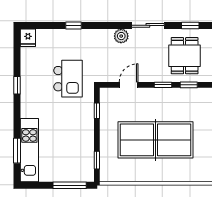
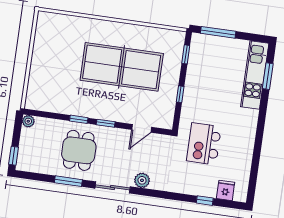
window: (74, 25) -> (205, 201), moved
window: (190, 25) -> (68, 181), width x1.50
fridge: (28, 38) -> (226, 190), moved
window: (17, 85) -> (258, 144), removed
window: (97, 111) -> (180, 94), moved

